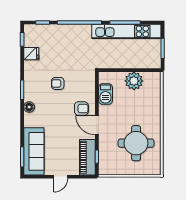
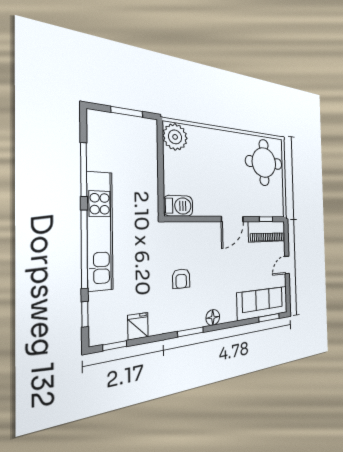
kitchen unit: (126, 31) -> (100, 231), moved
plant: (134, 81) -> (175, 137), moved
barbecue: (105, 94) -> (178, 206), moved
armchair: (81, 109) -> (213, 241), removed
round table: (136, 143) -> (264, 163), moved
door: (61, 177) -> (287, 265), swing flipped

